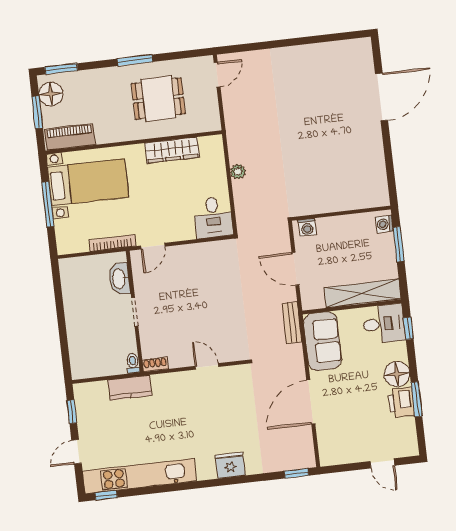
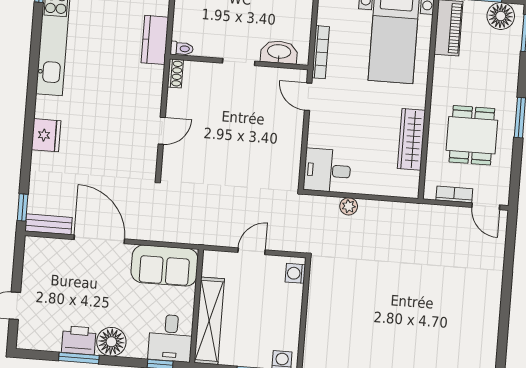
bookcase: (212, 104) -> (454, 194), added
plant: (238, 171) -> (349, 206), moved
door: (295, 269) -> (252, 251), width x0.73
bench: (292, 323) -> (49, 224), moved

